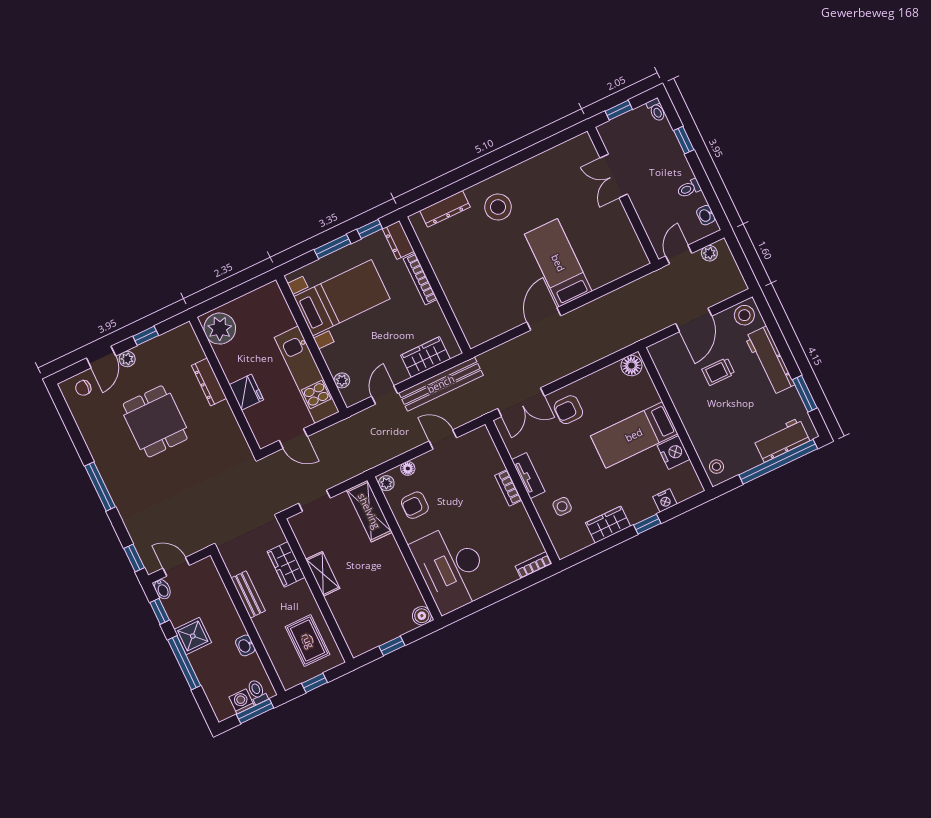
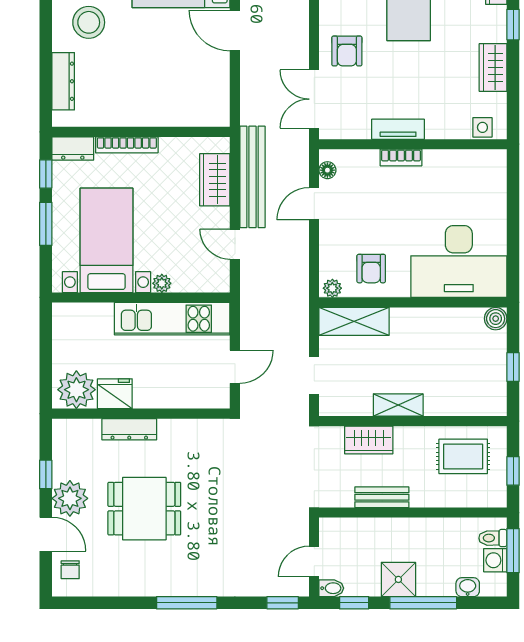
plant: (127, 359) -> (70, 498), width x1.88, depth x1.88
plant: (342, 380) -> (162, 283), moved
fridge: (246, 392) -> (115, 394), moved
double door: (521, 402) -> (314, 99), swing flipped
floor lamp: (408, 468) -> (327, 170), moved
side table: (562, 506) -> (482, 127), moved
bookcase: (534, 565) -> (499, 170), removed
washbasin: (245, 645) -> (468, 587), moved, turned 180

